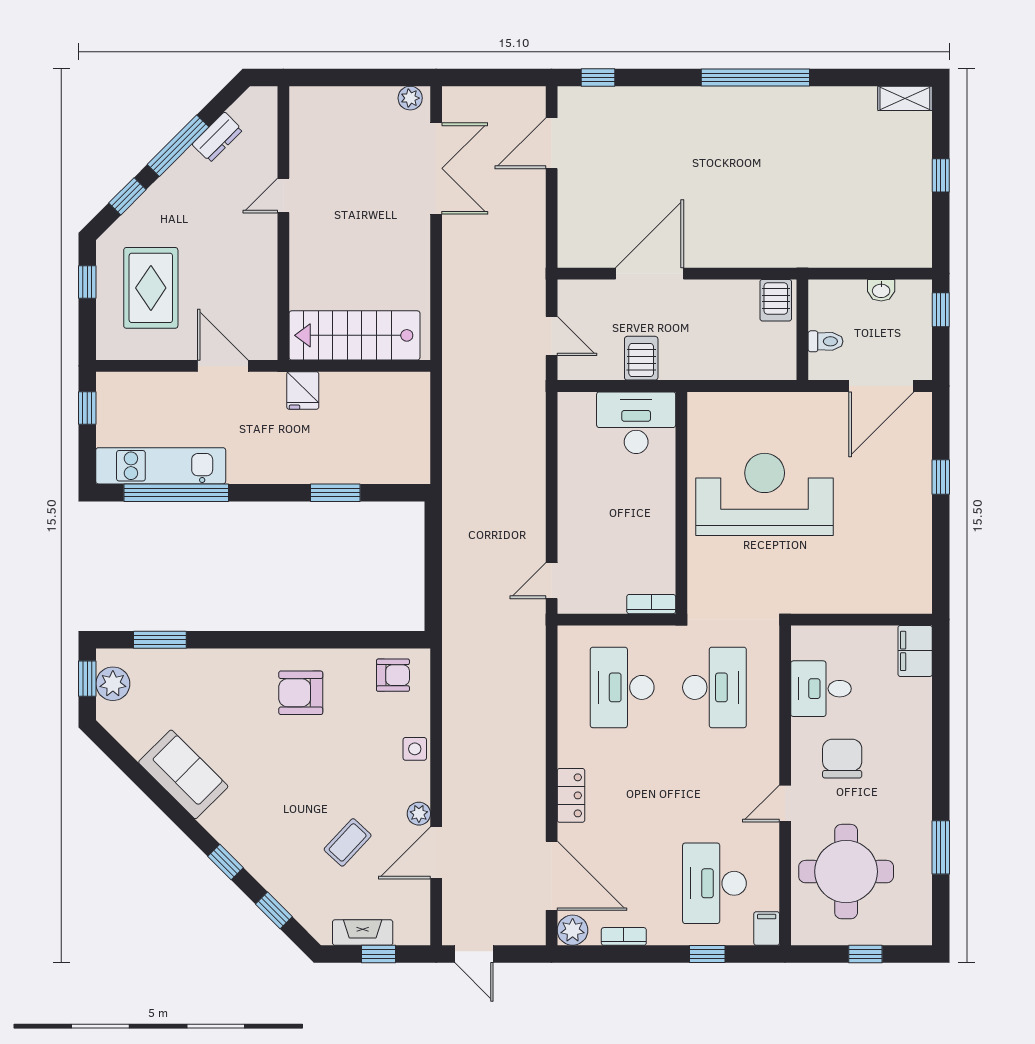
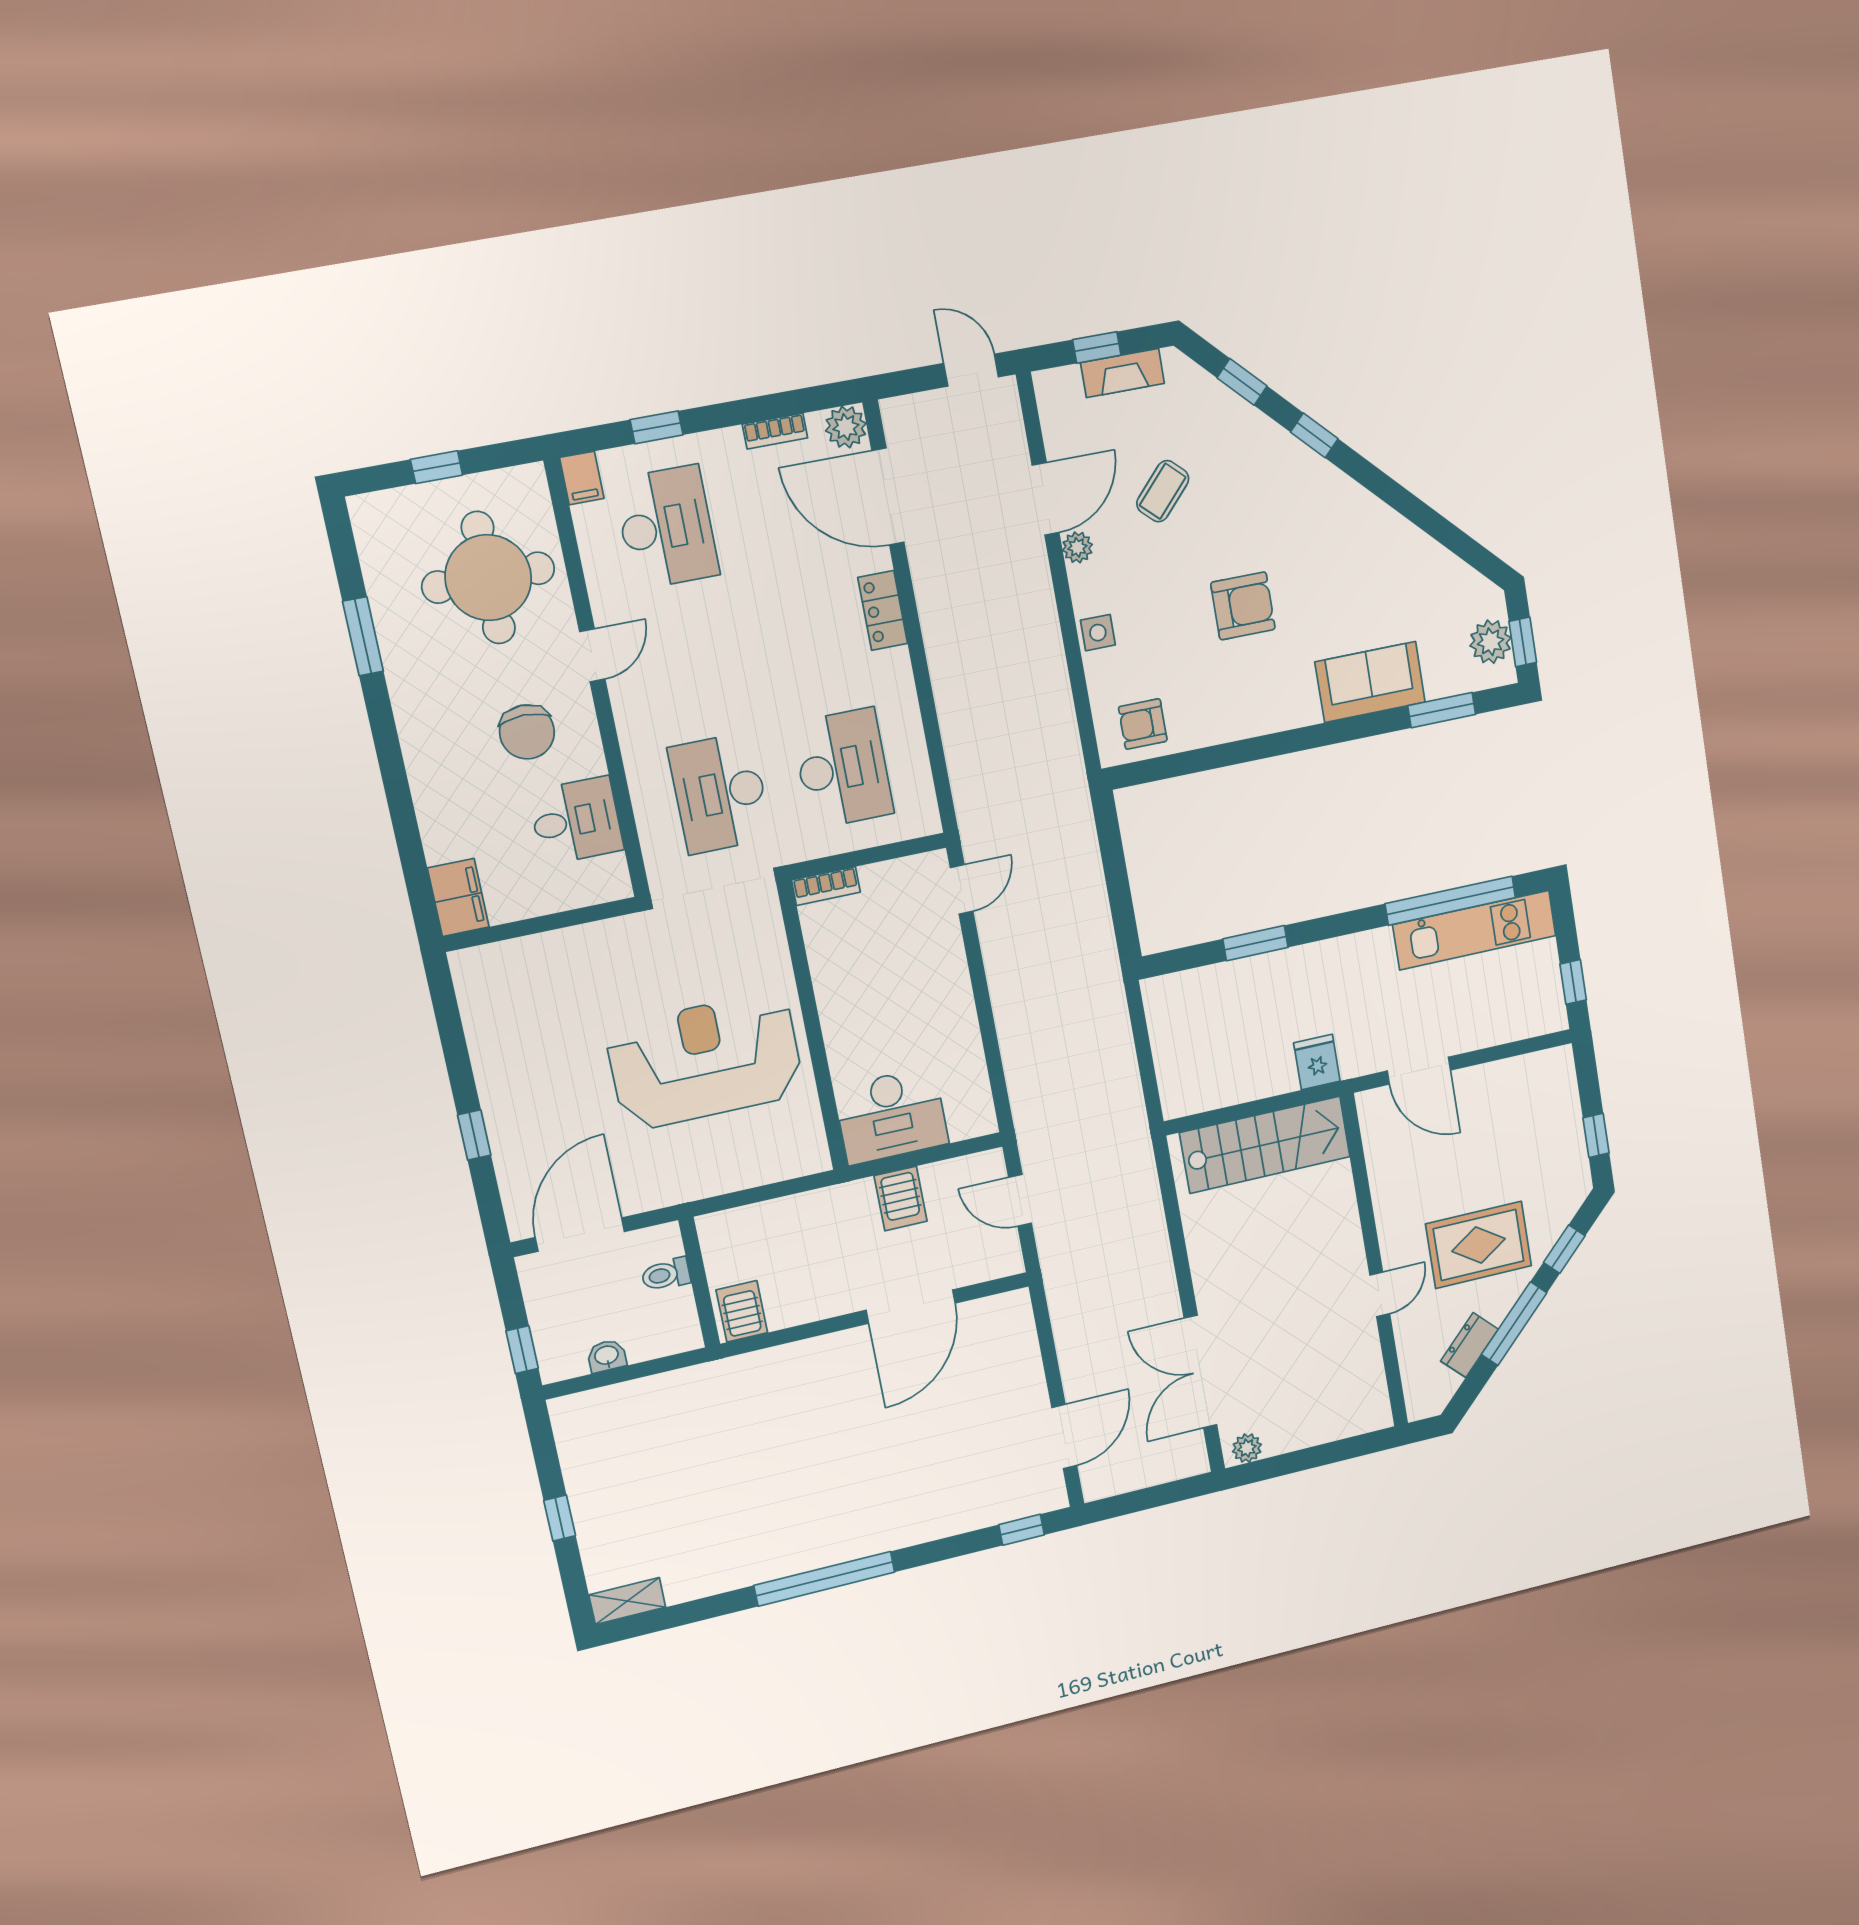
rug: (151, 288) -> (1479, 1245), moved, turned 90
reception desk: (765, 494) -> (705, 1061), turned 180
armchair: (301, 693) -> (1243, 606), moved
sofa: (183, 774) -> (1370, 682), moved, turned 135

